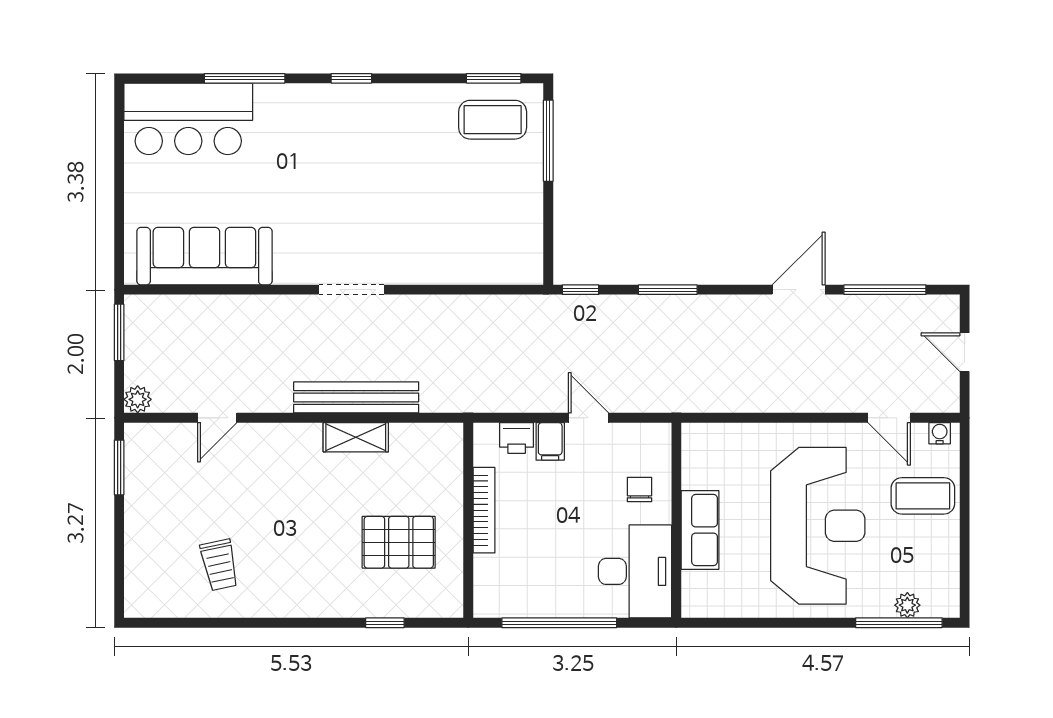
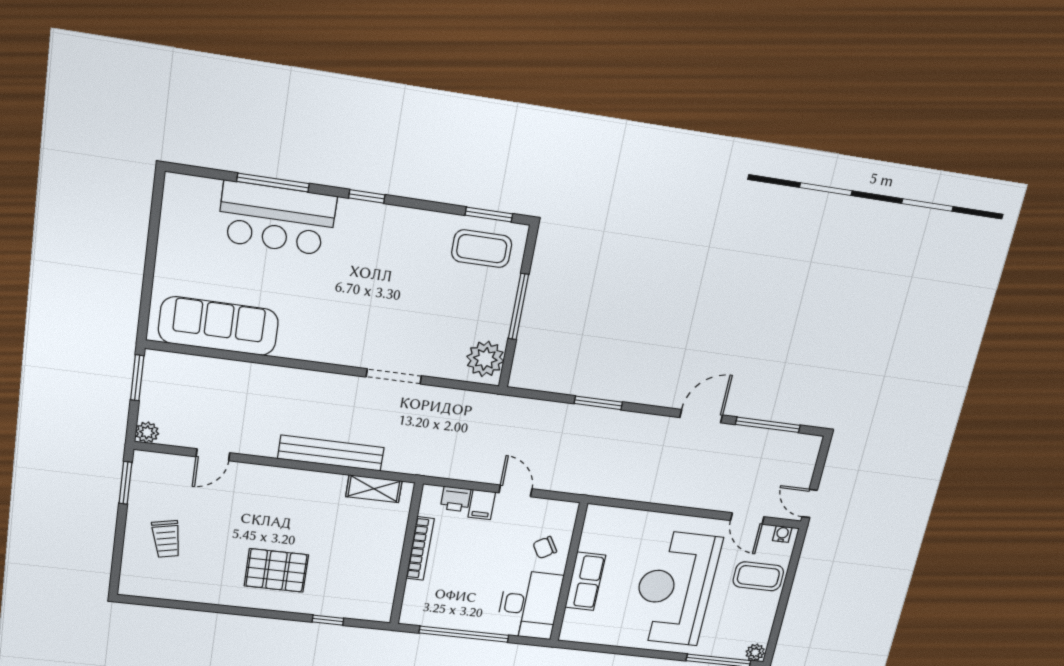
bar counter: (188, 119) -> (277, 218), moved
window: (548, 141) -> (518, 307), moved
plant: (521, 253) -> (485, 359), added
doorway: (352, 290) -> (394, 376), moved
window: (580, 290) -> (528, 394), removed
door: (965, 352) -> (810, 504), moved
shelving: (356, 437) -> (374, 489), moved
chair: (639, 490) -> (545, 547), turned -121
reception desk: (818, 526) -> (675, 588), turned 180
pallet: (399, 542) -> (276, 570), moved
trolley: (219, 565) -> (166, 539), moved
plant: (907, 605) -> (755, 652), moved

